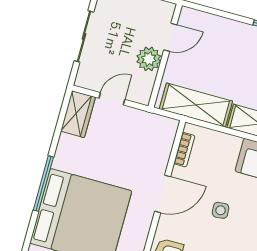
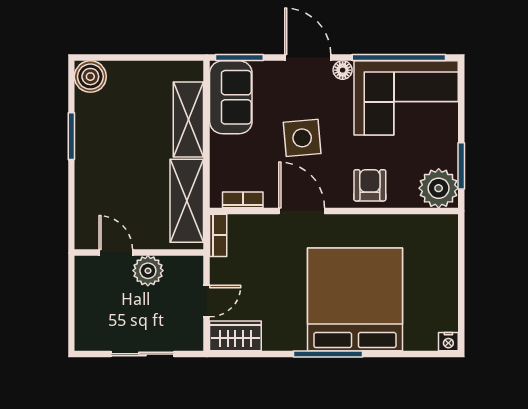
door: (112, 99) -> (207, 301), swing flipped
bookcase: (162, 122) -> (218, 235), added
side table: (221, 210) -> (302, 138), width x1.87, depth x1.87

